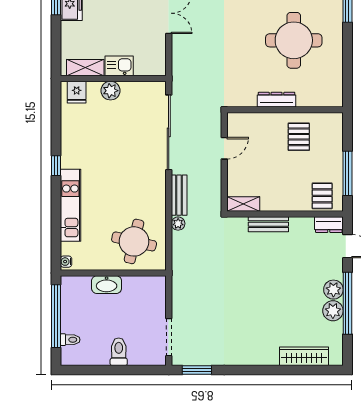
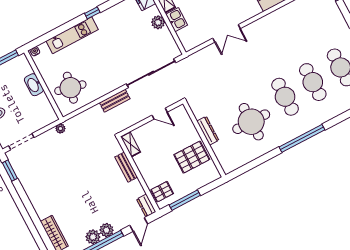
pallet: (299, 137) -> (192, 157), width x1.50, depth x1.42
plant: (178, 224) -> (60, 129), moved

